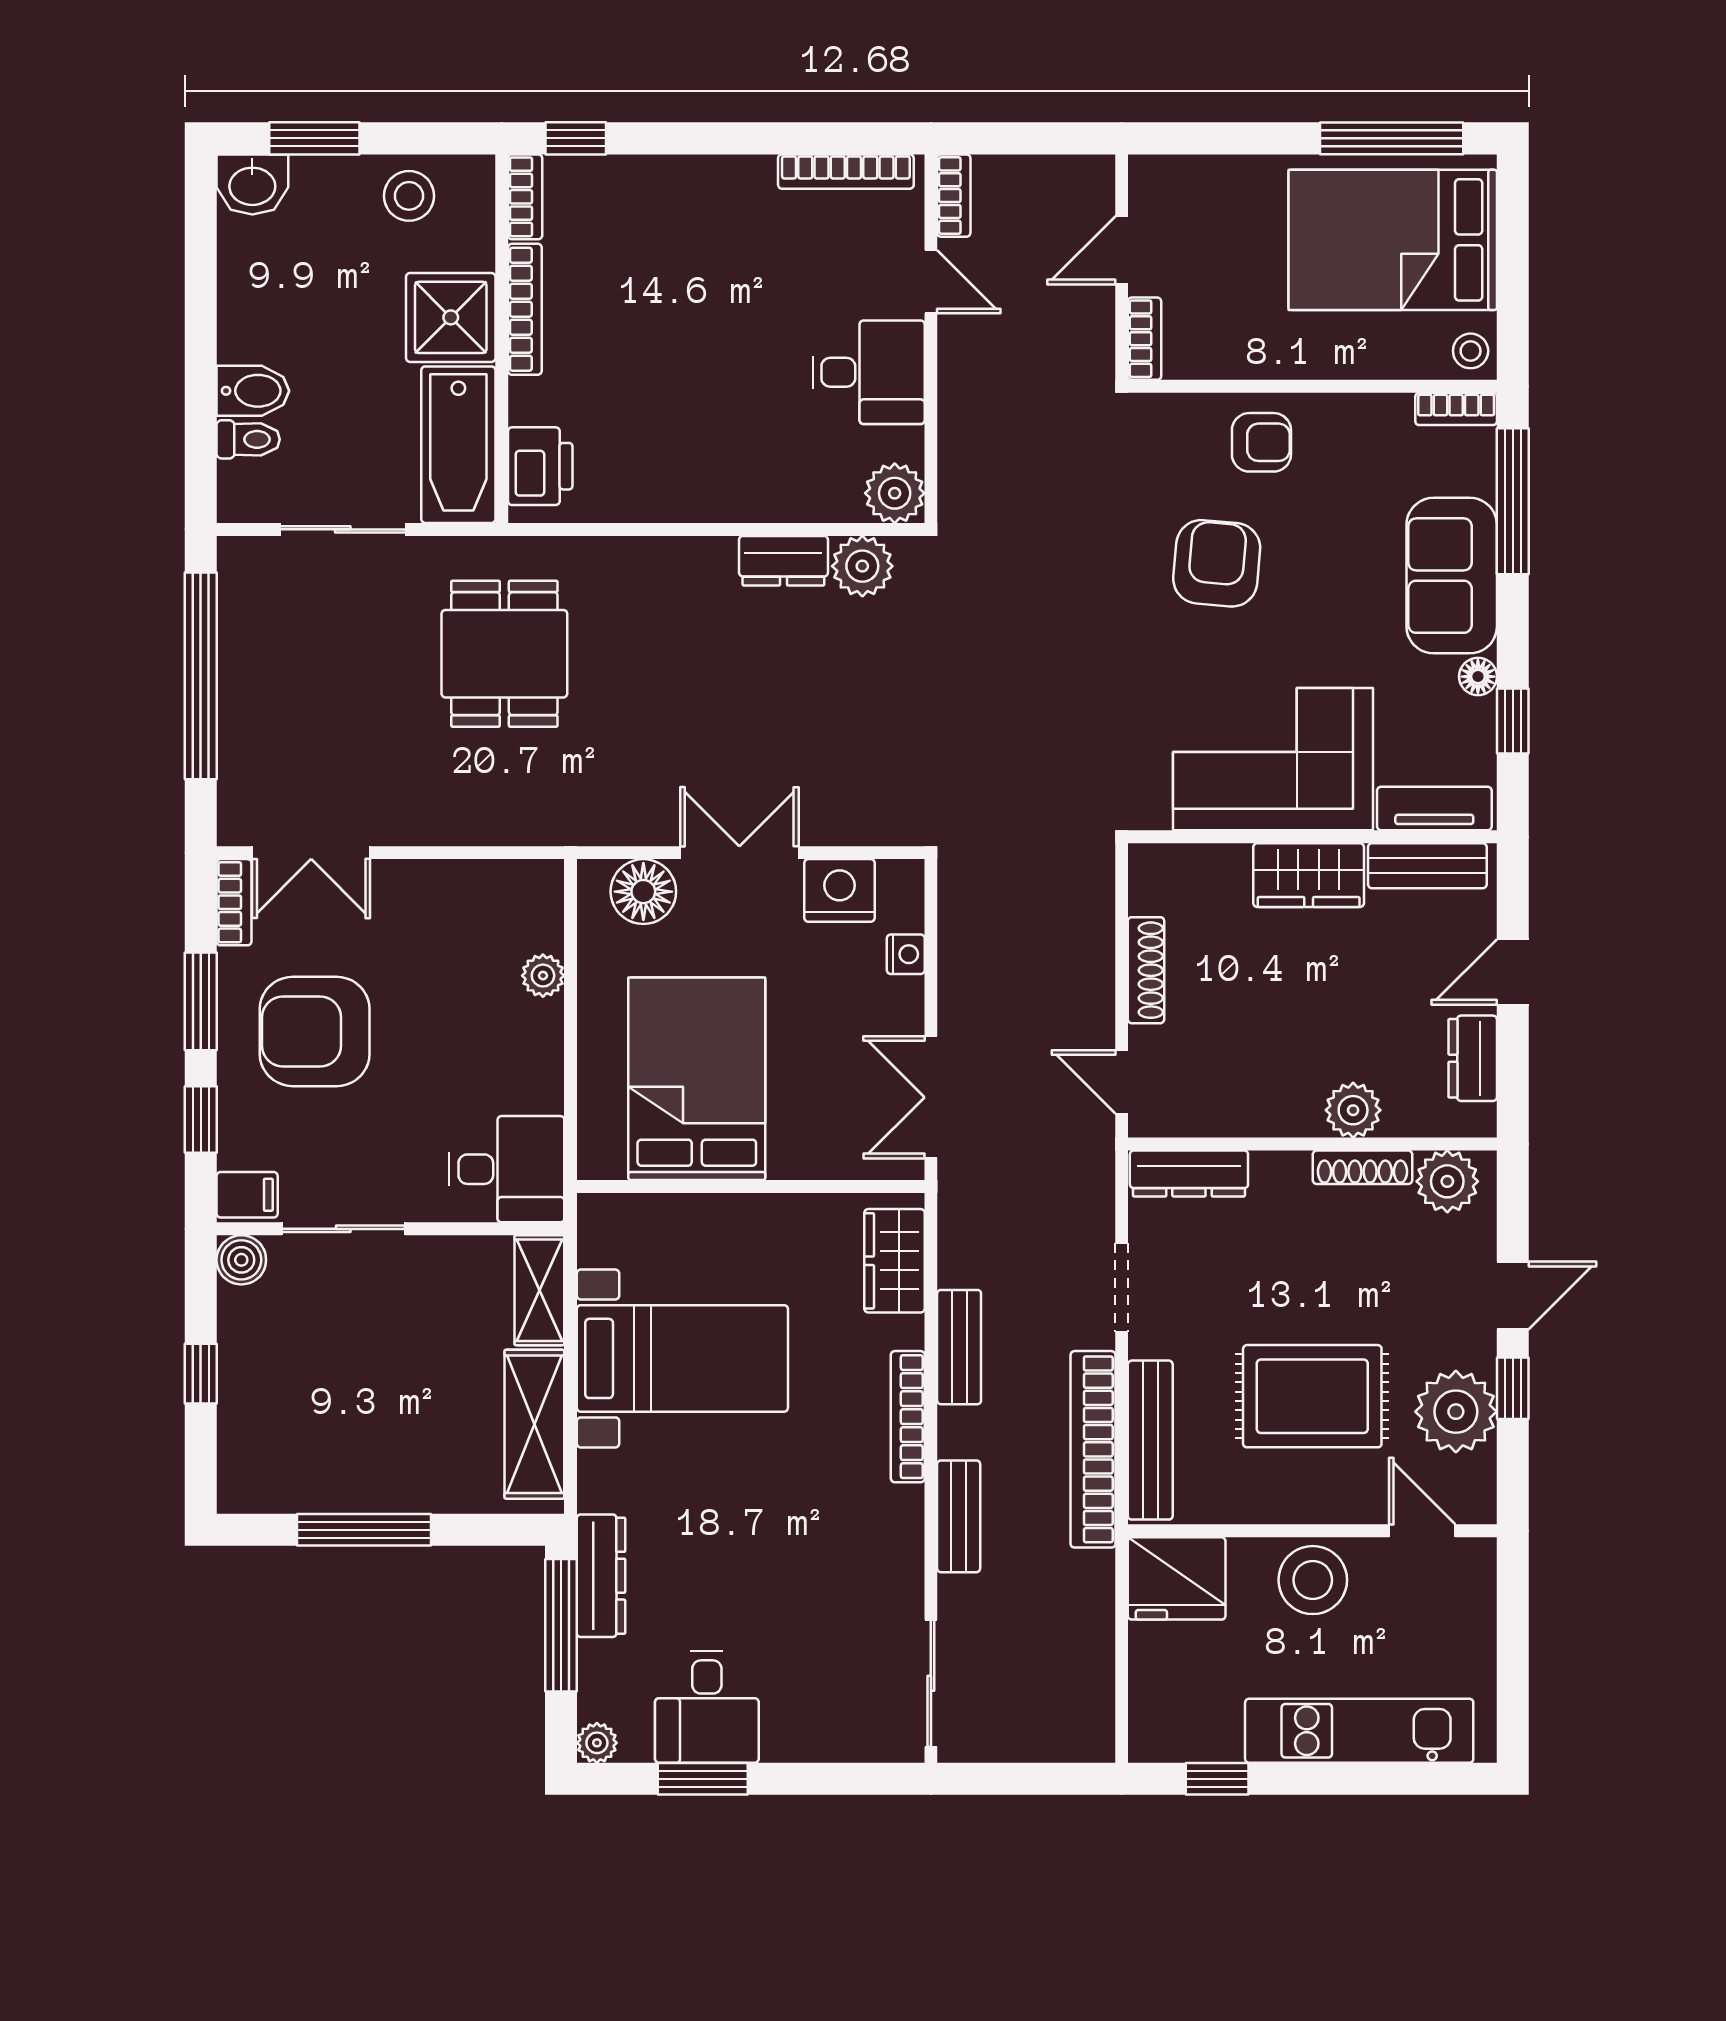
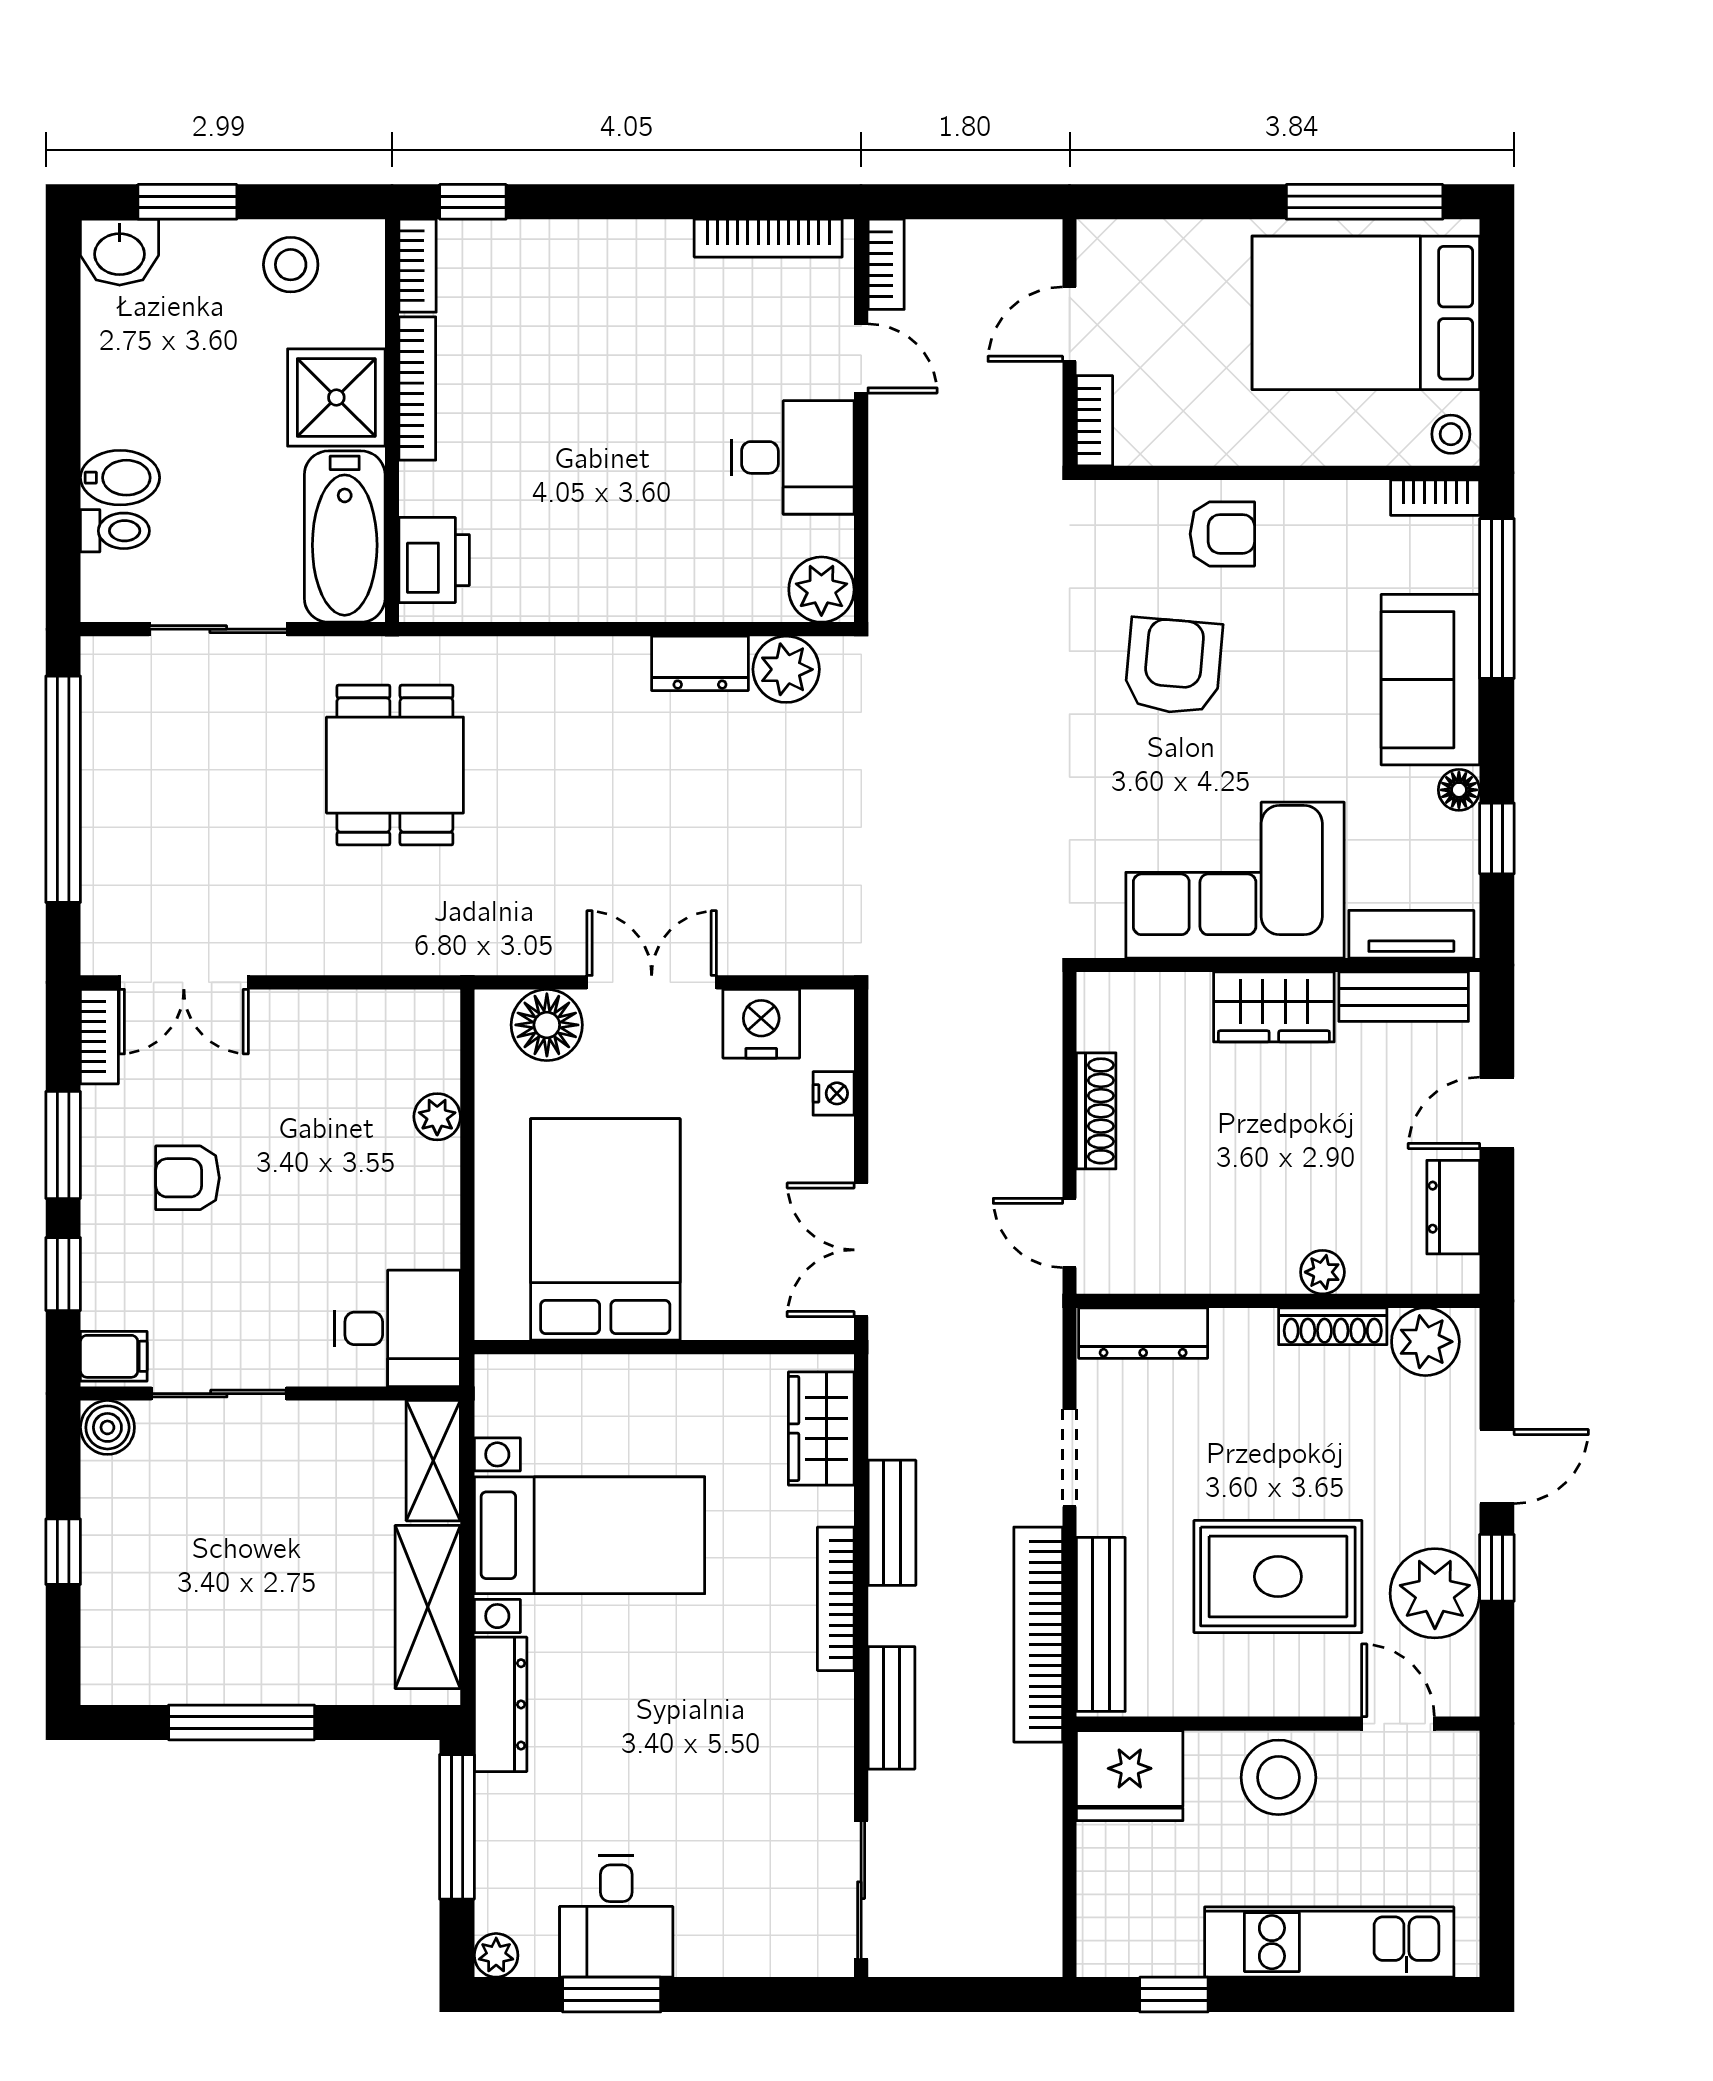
armchair: (315, 1031) -> (188, 1178), width x0.53, depth x0.53
plant: (1353, 1110) -> (1322, 1272), width x0.73, depth x0.73
dresser: (601, 1576) -> (501, 1704), moved

